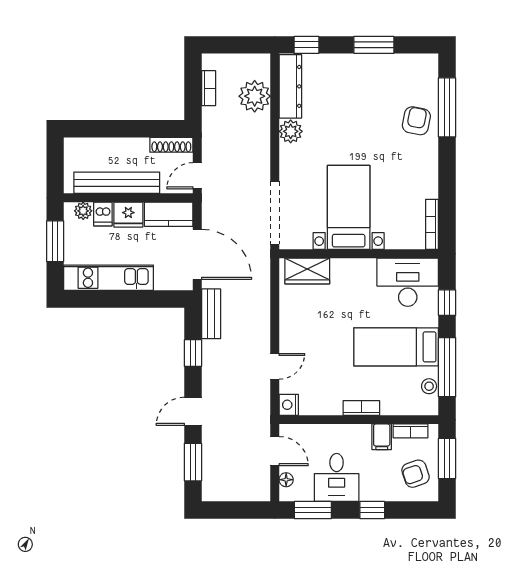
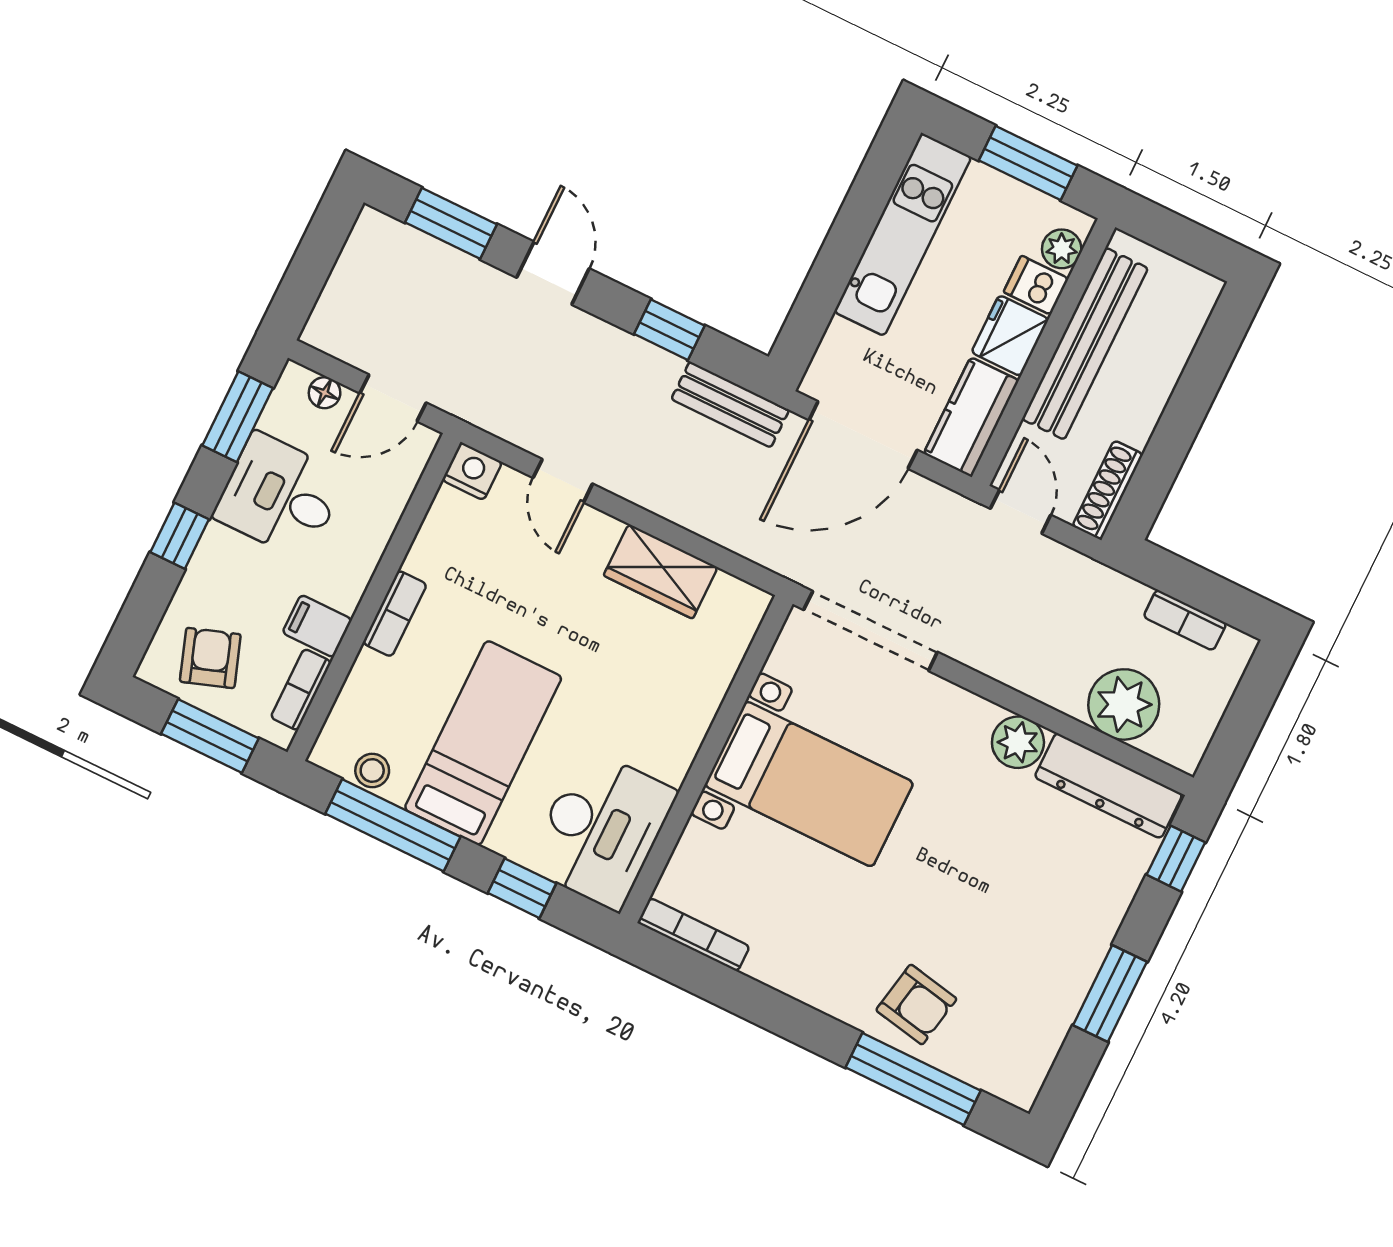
wardrobe: (307, 271) -> (661, 571), moved, turned -90

